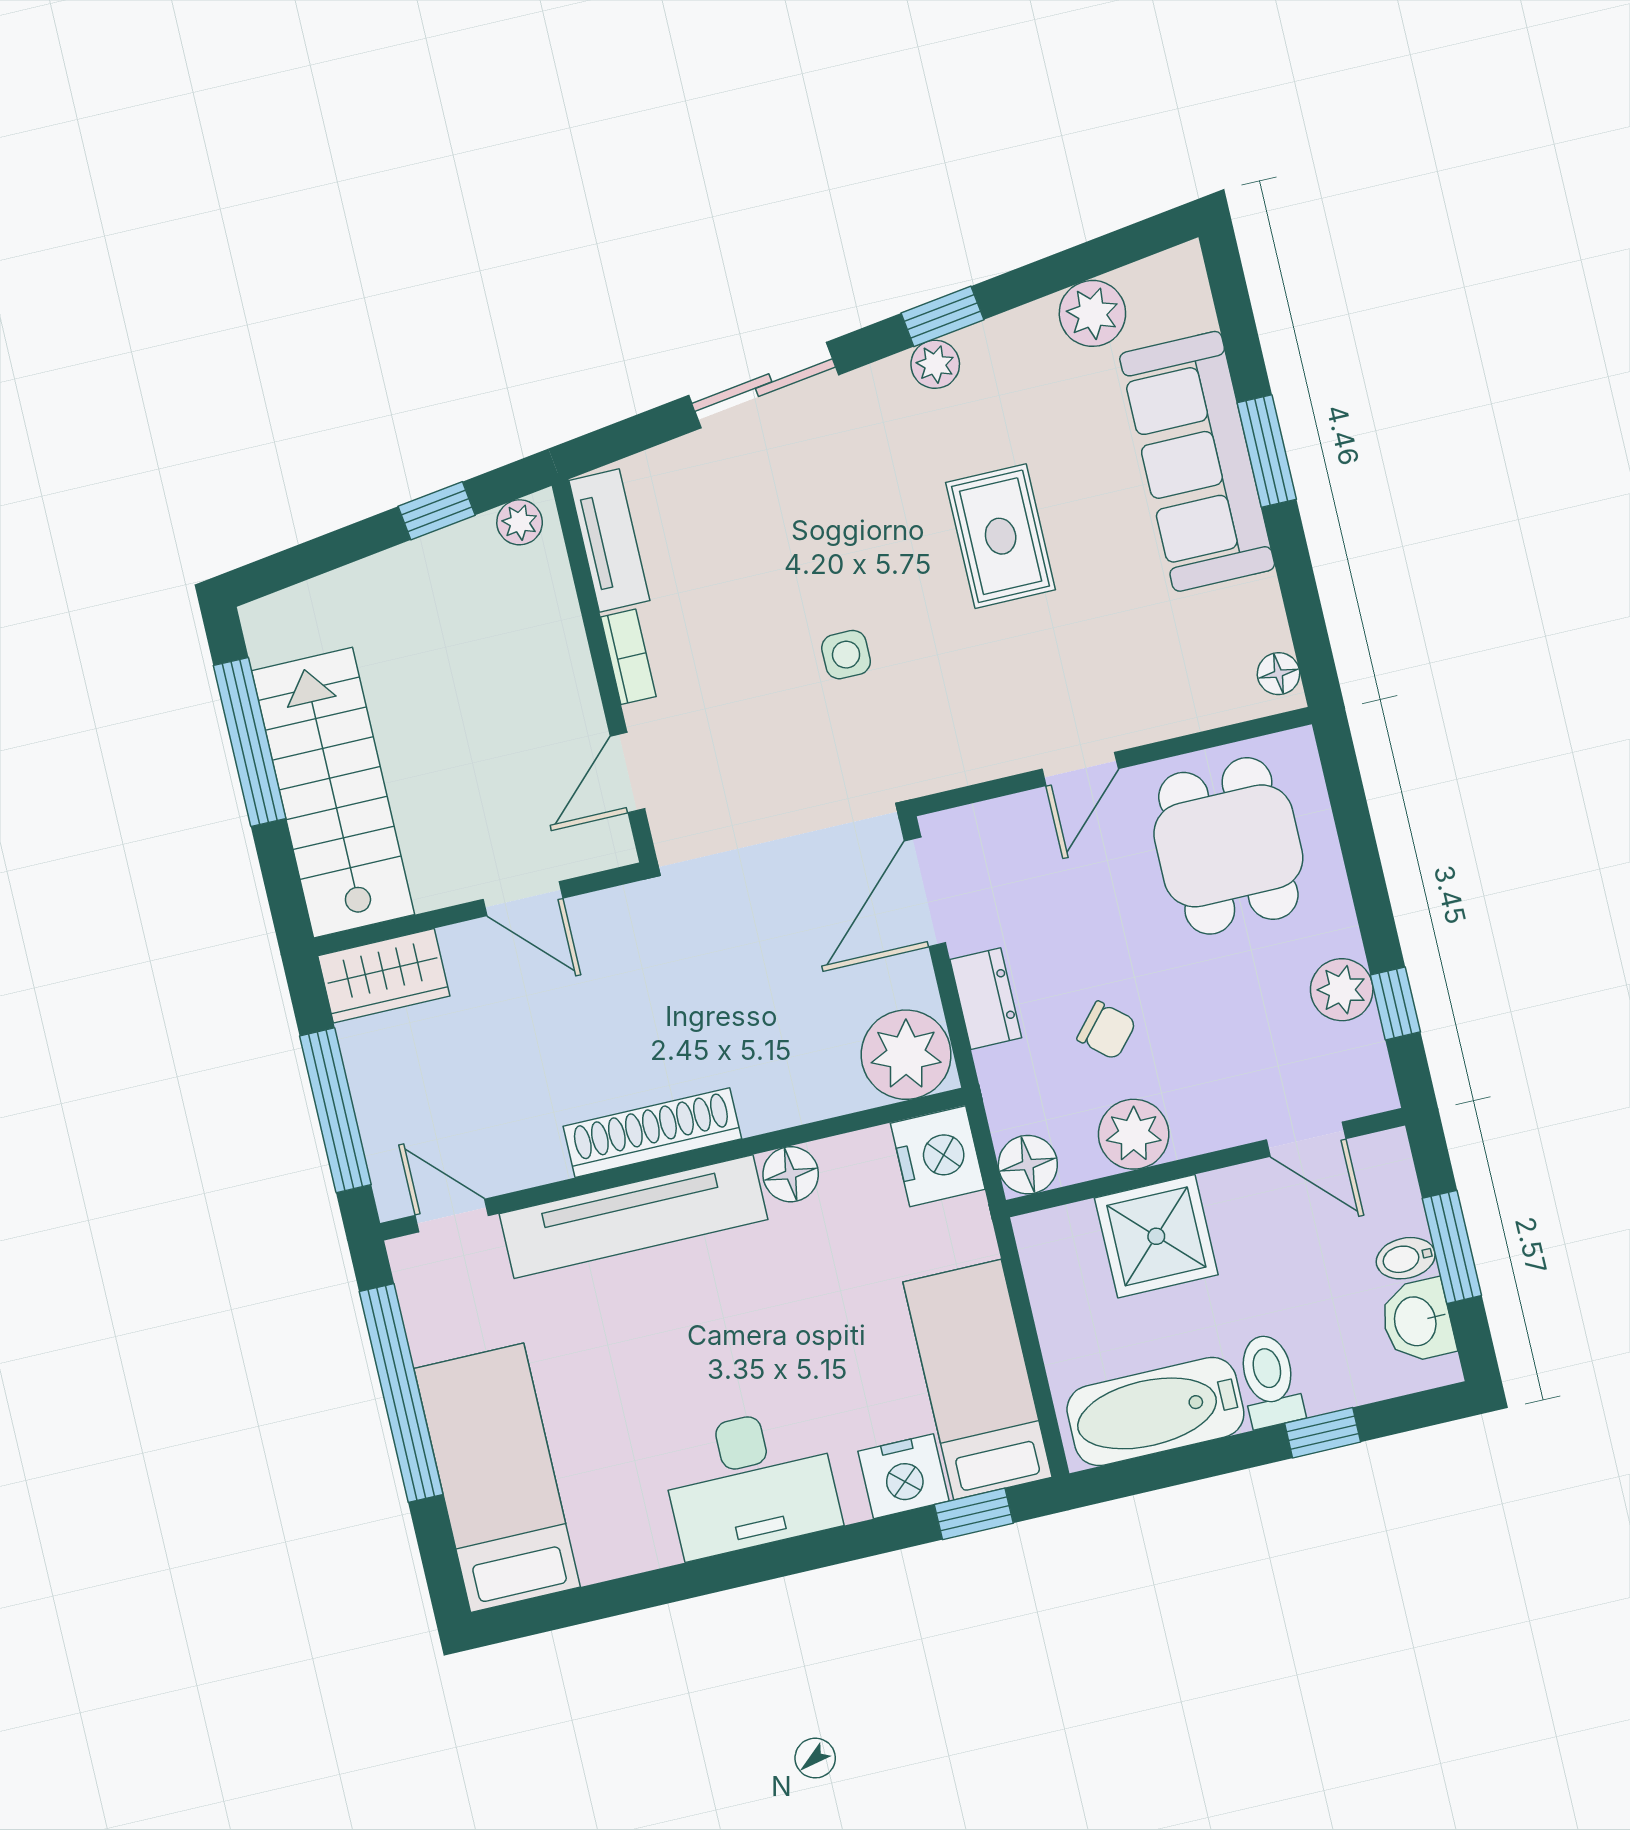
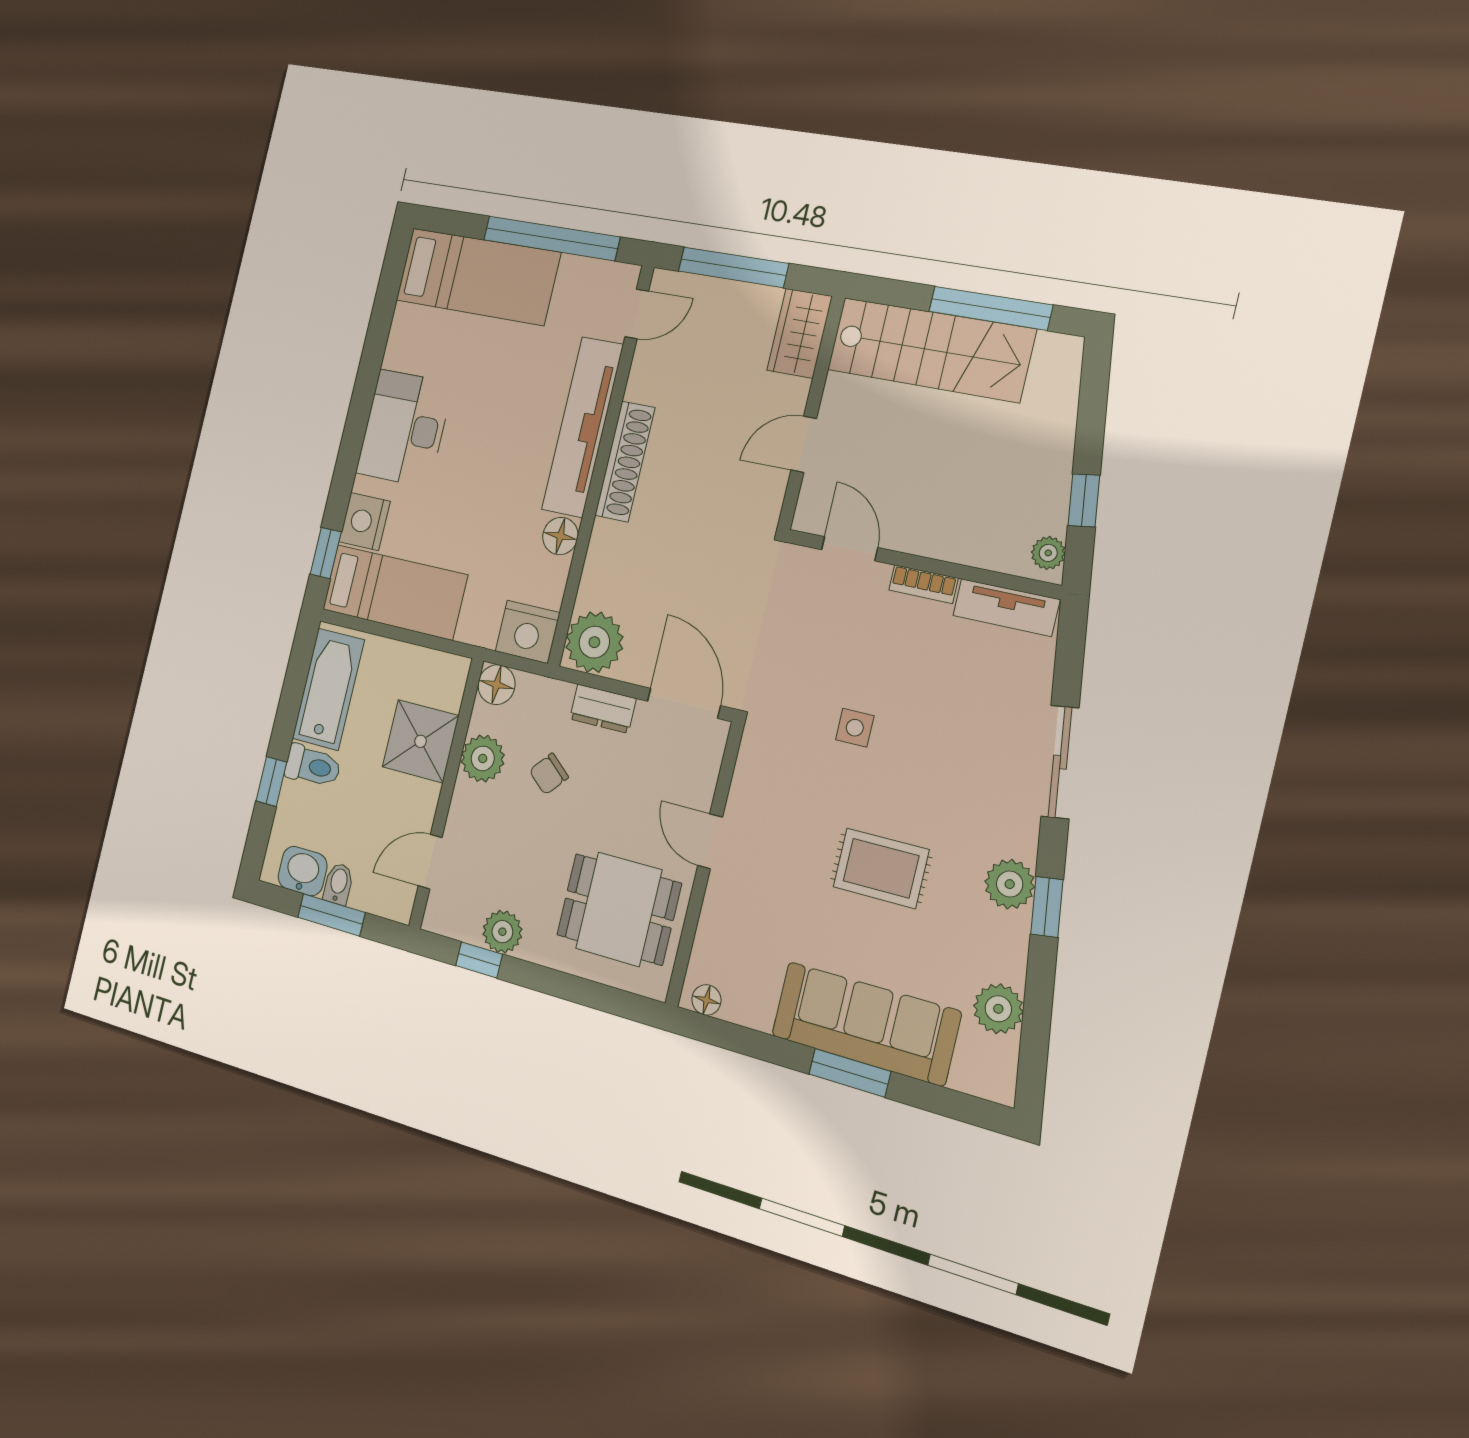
plant: (935, 364) -> (1010, 884), width x1.38, depth x1.38

